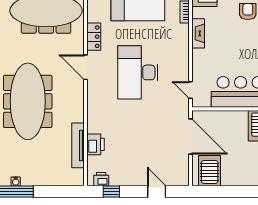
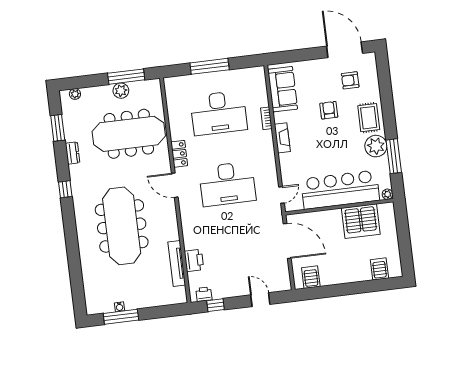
desk: (138, 72) -> (227, 184), turned -90
door: (191, 90) -> (282, 195), swing flipped
server rack: (210, 171) -> (311, 277), width x0.73, depth x0.70

